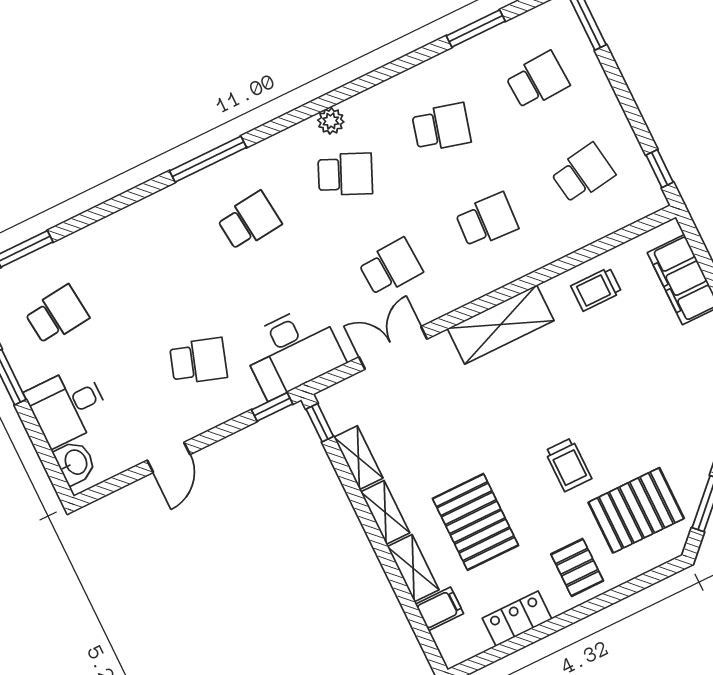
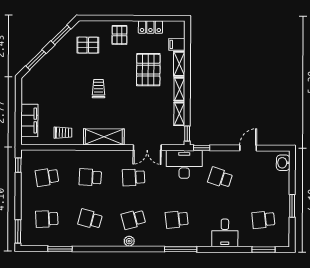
school desk: (345, 174) -> (133, 219), turned -39
desk: (68, 406) -> (225, 233), moved, turned 90
trolley: (568, 465) -> (99, 89), moved
pallet: (636, 510) -> (88, 45), width x0.67, depth x0.71

